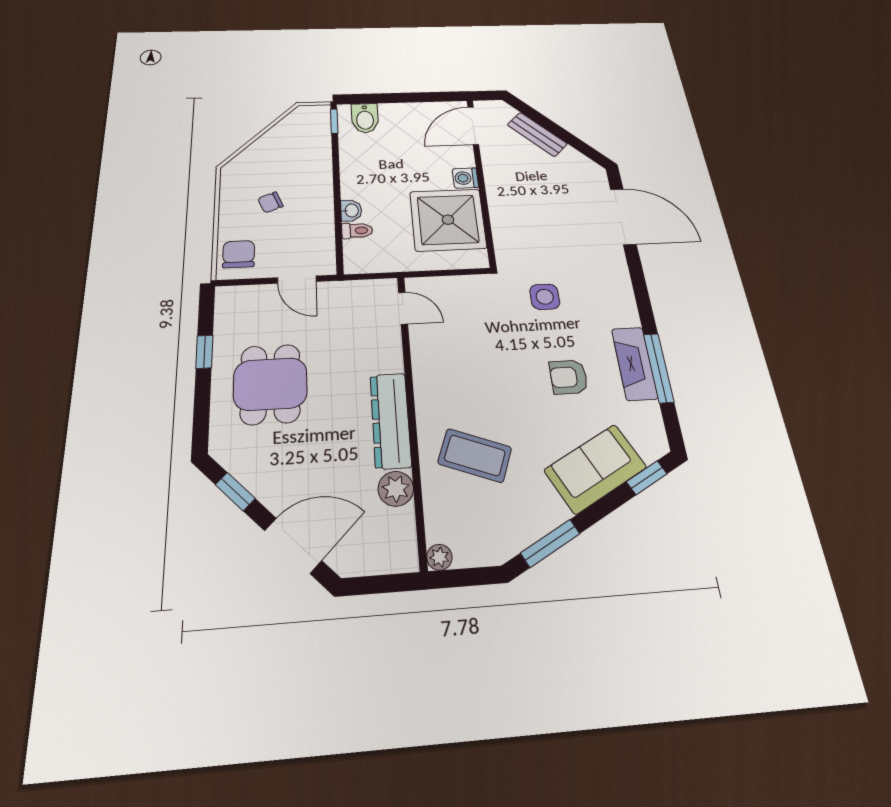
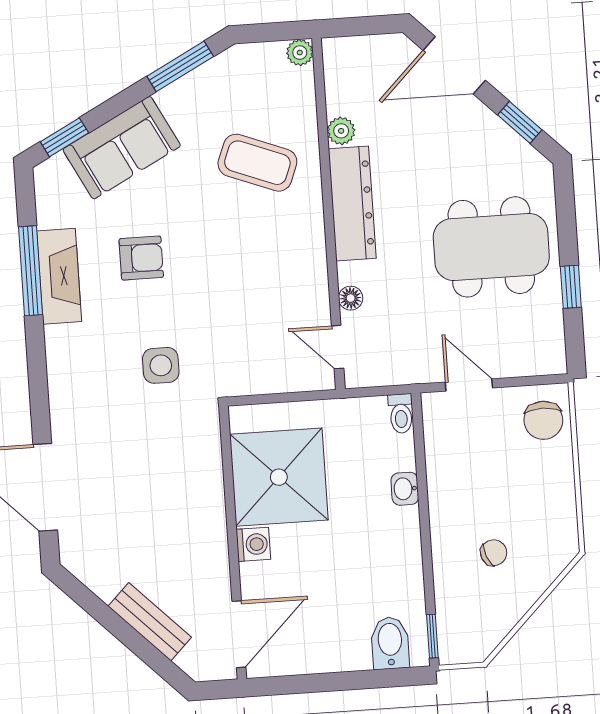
chair: (270, 202) -> (494, 553), moved
toilet: (357, 231) -> (401, 414), moved, turned -90
floor lamp: (392, 345) -> (351, 298), added
dining table: (270, 384) -> (491, 247), width x1.38
plant: (396, 489) -> (341, 131), width x0.73, depth x0.73

